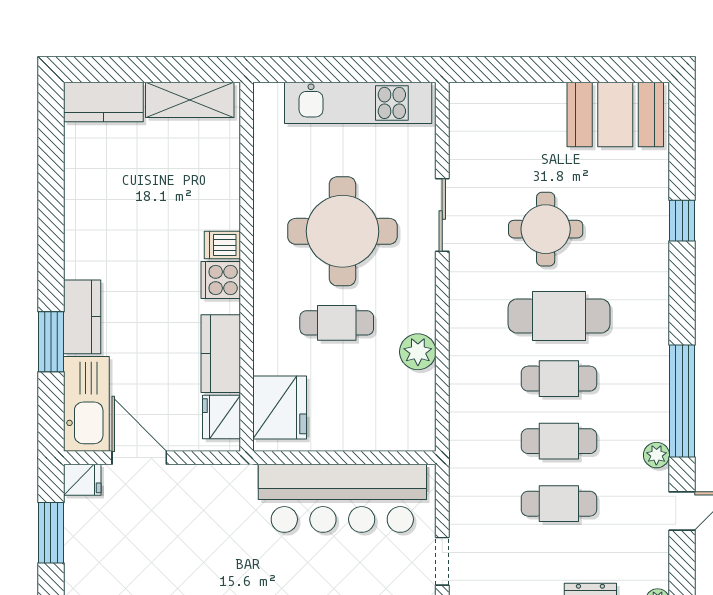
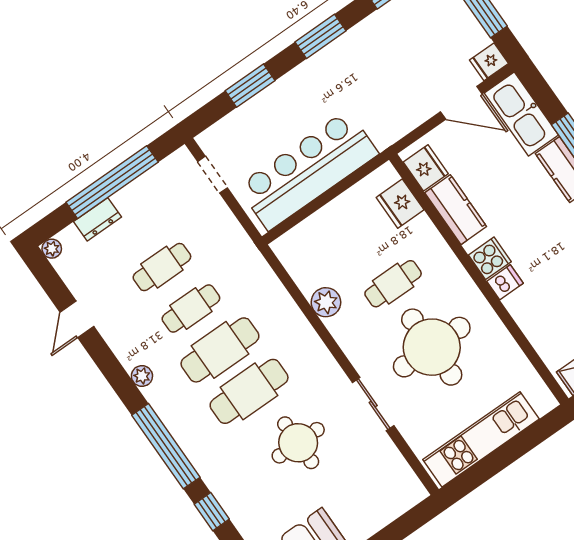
cafe table: (559, 379) -> (220, 350), width x1.37, depth x1.35
window: (682, 401) -> (166, 446), moved
fridge: (280, 407) -> (400, 204), width x0.73, depth x0.75
plant: (656, 455) -> (142, 376), moved

